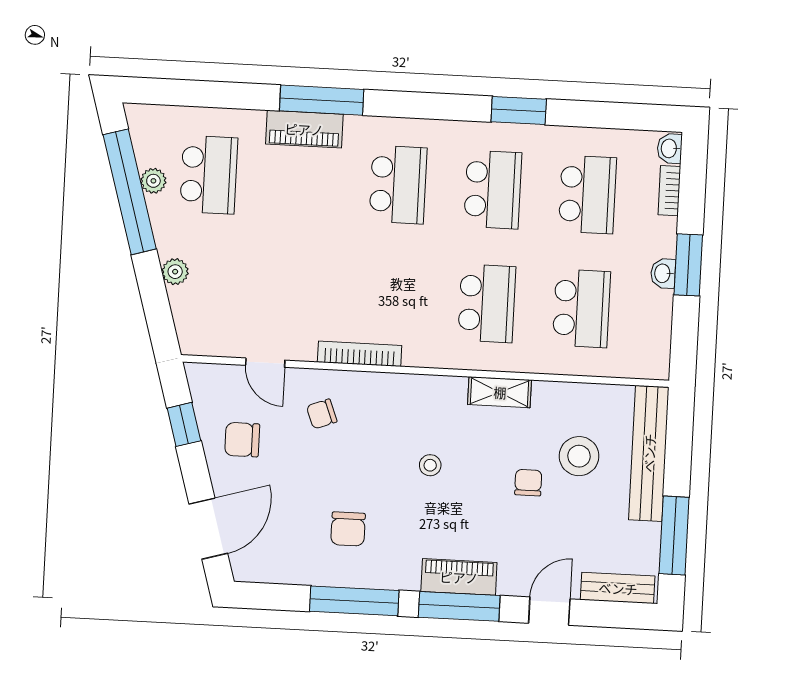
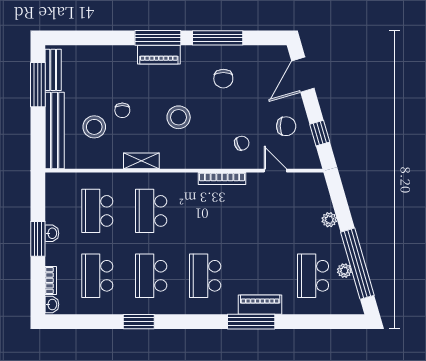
stool: (430, 465) -> (179, 117), width x1.89, depth x1.89
chair: (348, 529) -> (223, 79), turned 180
bench: (618, 588) -> (53, 70), moved, turned 90
door: (549, 611) -> (106, 38), removed

